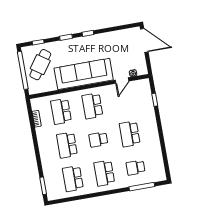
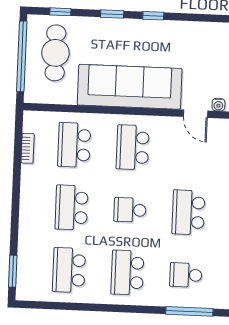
cafe table: (40, 65) -> (55, 53), turned -35
door: (122, 81) -> (196, 114), hinge flipped

